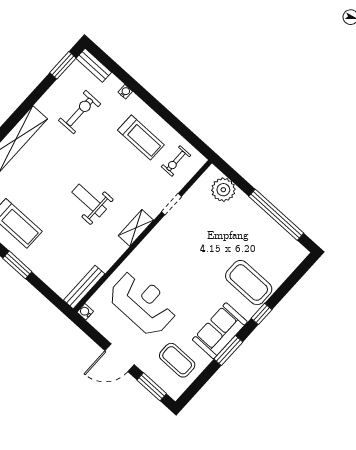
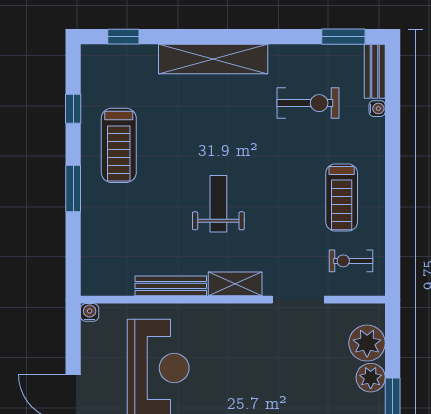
water cooler: (125, 92) -> (377, 109), moved
plant: (242, 203) -> (371, 378), added
doorway: (171, 204) -> (298, 300), width x1.38
bench: (84, 287) -> (171, 286), moved

